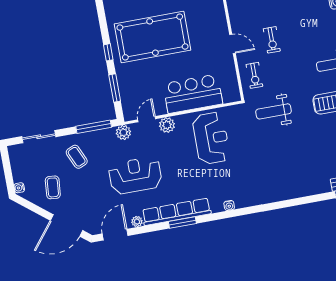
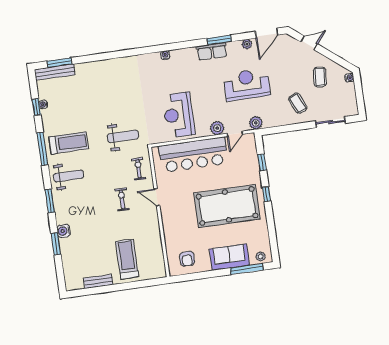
window: (115, 88) -> (262, 162), width x0.67
bar counter: (193, 94) -> (193, 155), width x1.36
window: (94, 127) -> (282, 129), removed
reception desk: (135, 175) -> (247, 85), turned 180
row of seats: (176, 212) -> (212, 51), width x0.50
window: (182, 222) -> (219, 40), moved
door: (66, 225) -> (309, 43), width x0.53

